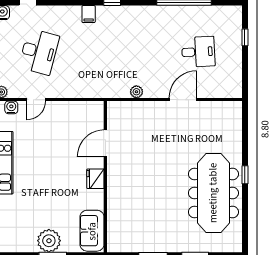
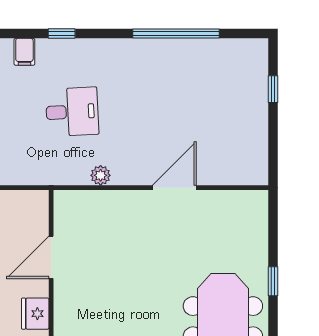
desk: (198, 52) -> (72, 112), moved
window: (245, 175) -> (273, 281), moved

